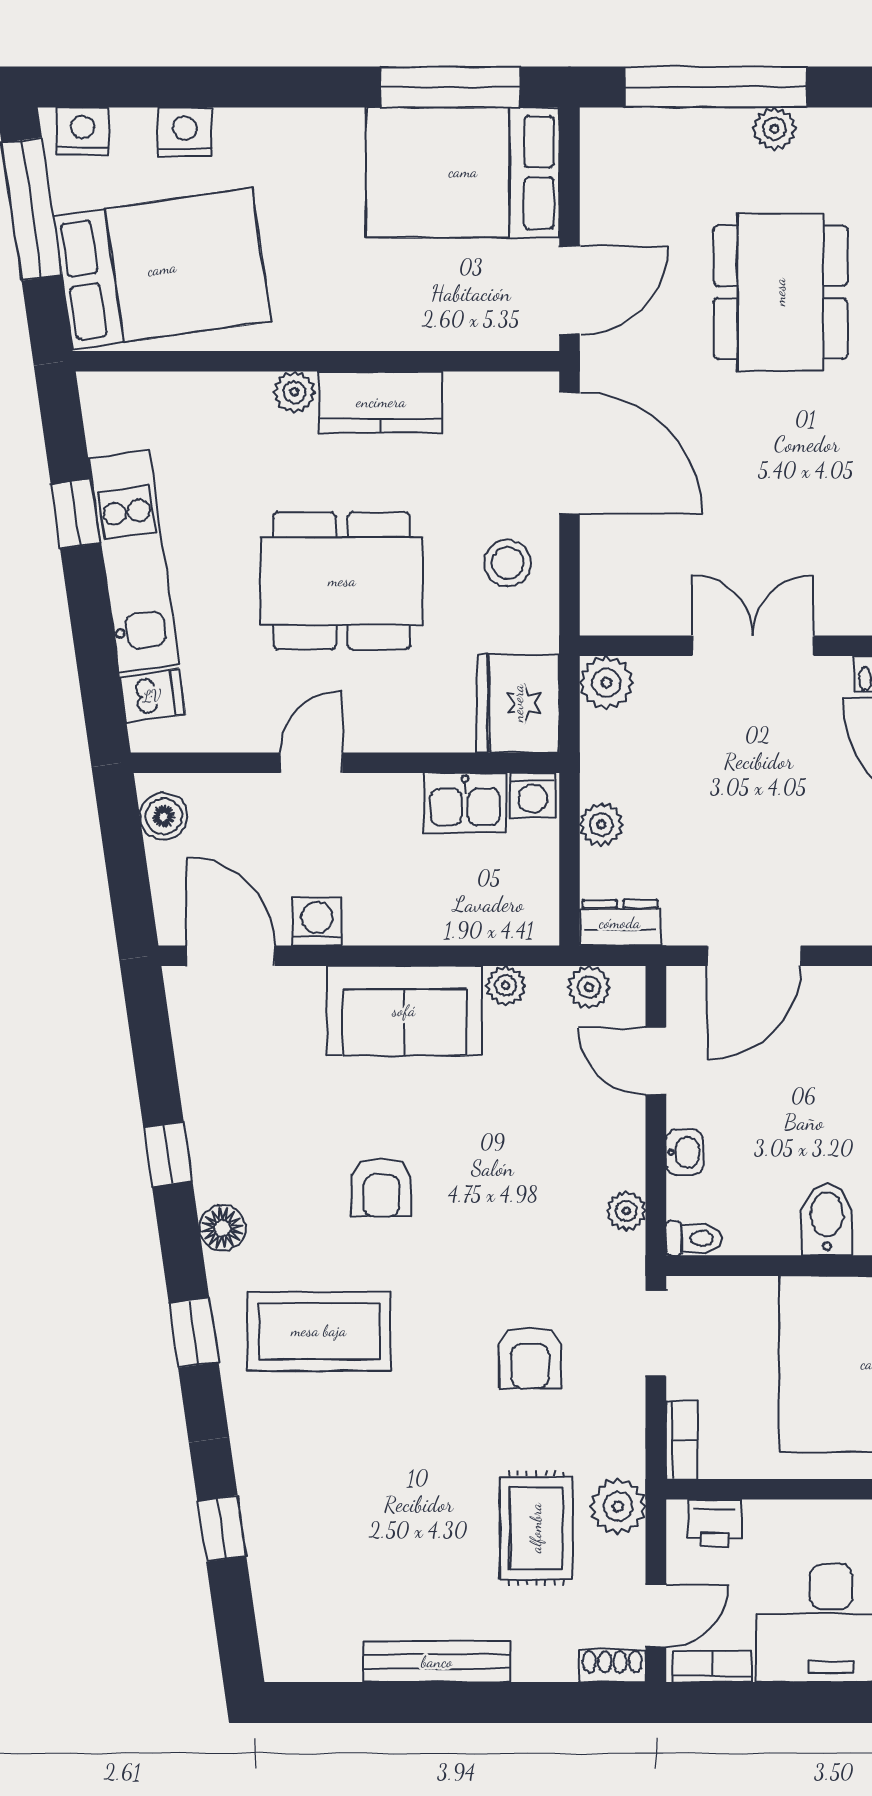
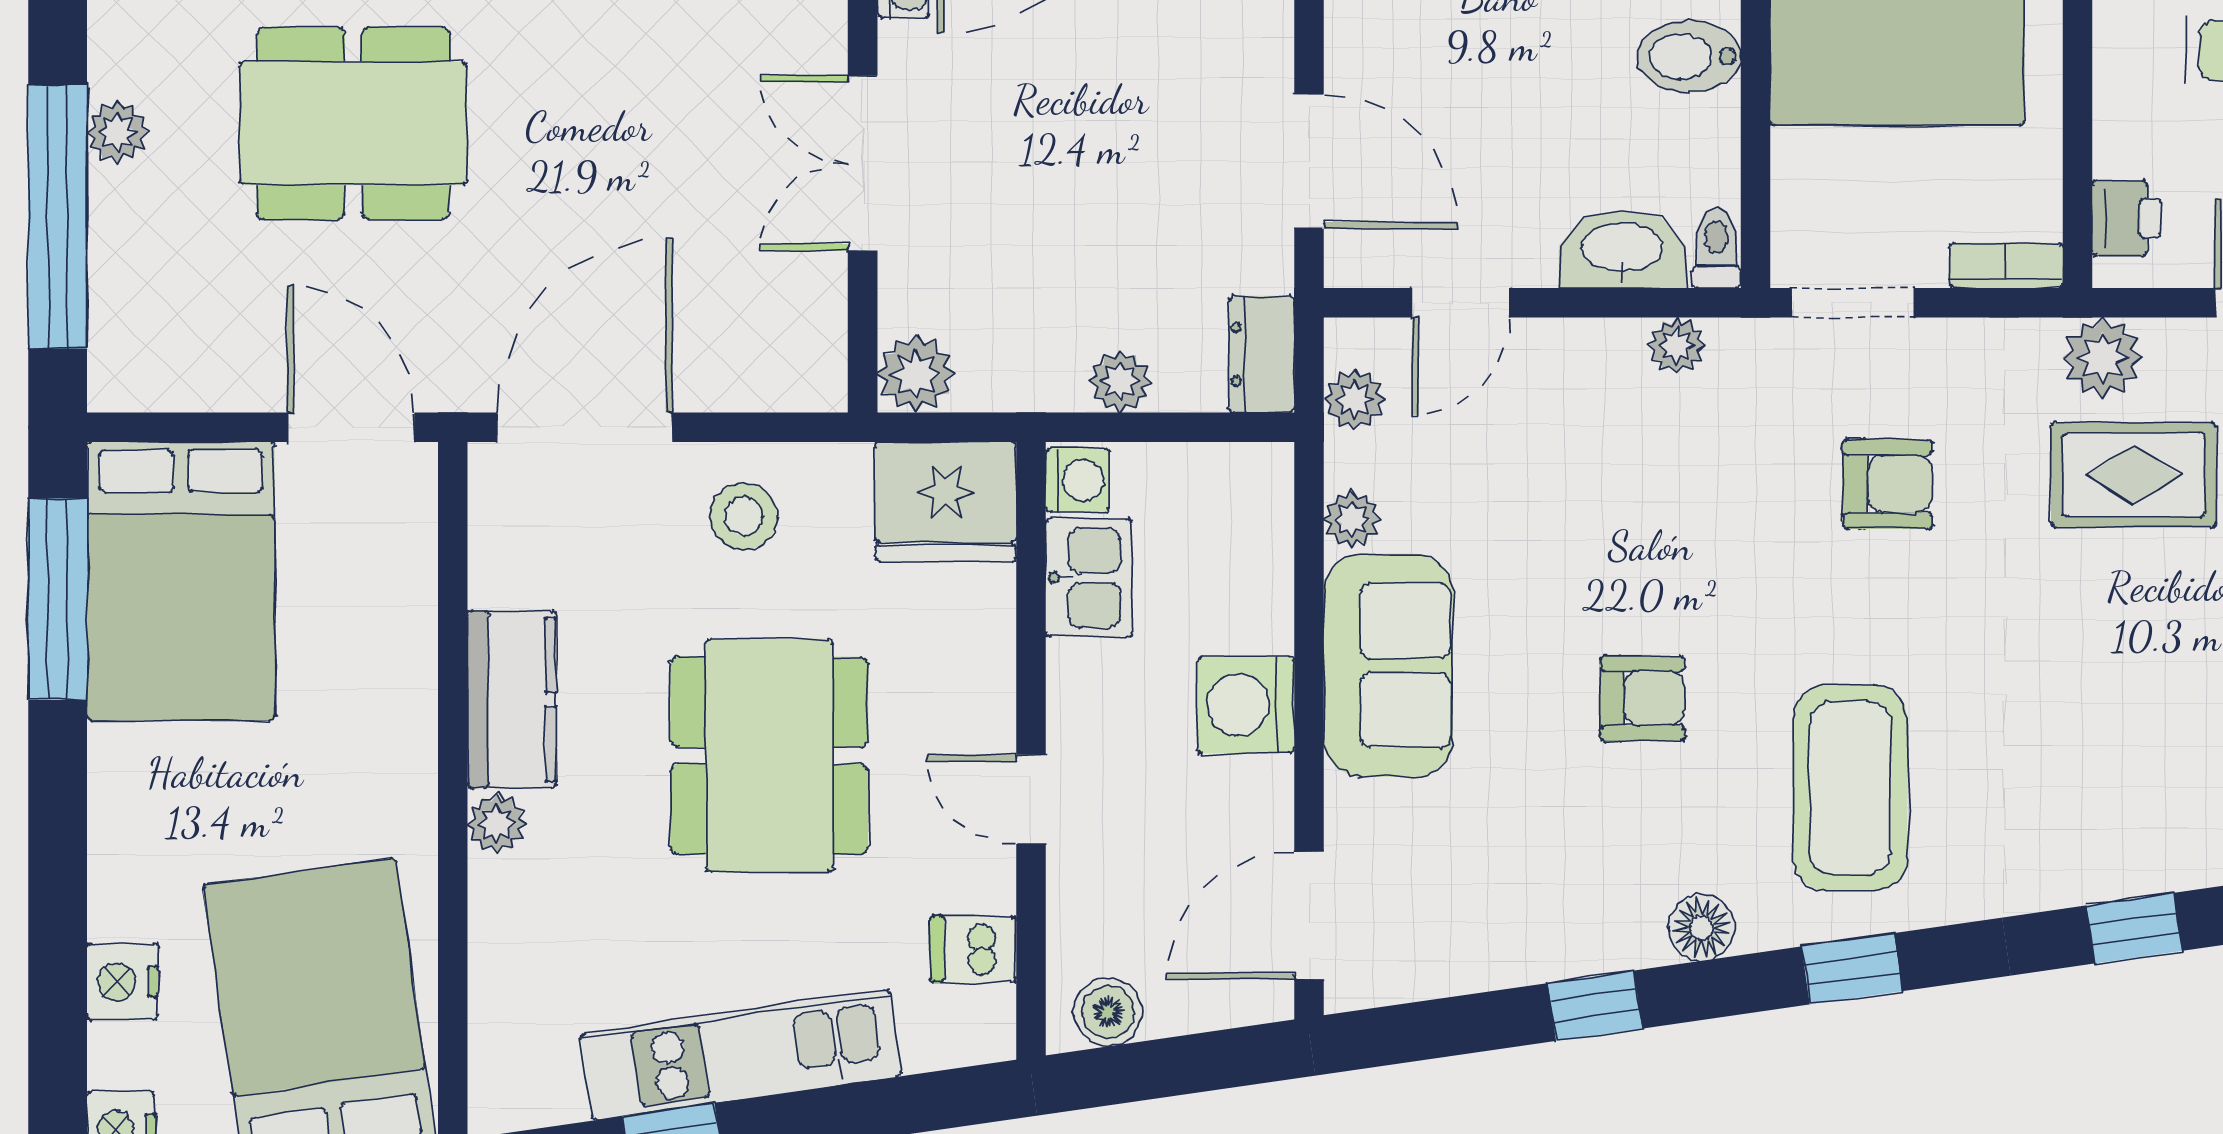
dishwasher: (152, 696) -> (973, 949), moved, turned -82
washing machine: (317, 921) -> (1246, 705), moved, width x1.38, depth x1.38
washbasin: (685, 1152) -> (1622, 249), width x1.91, depth x1.45

